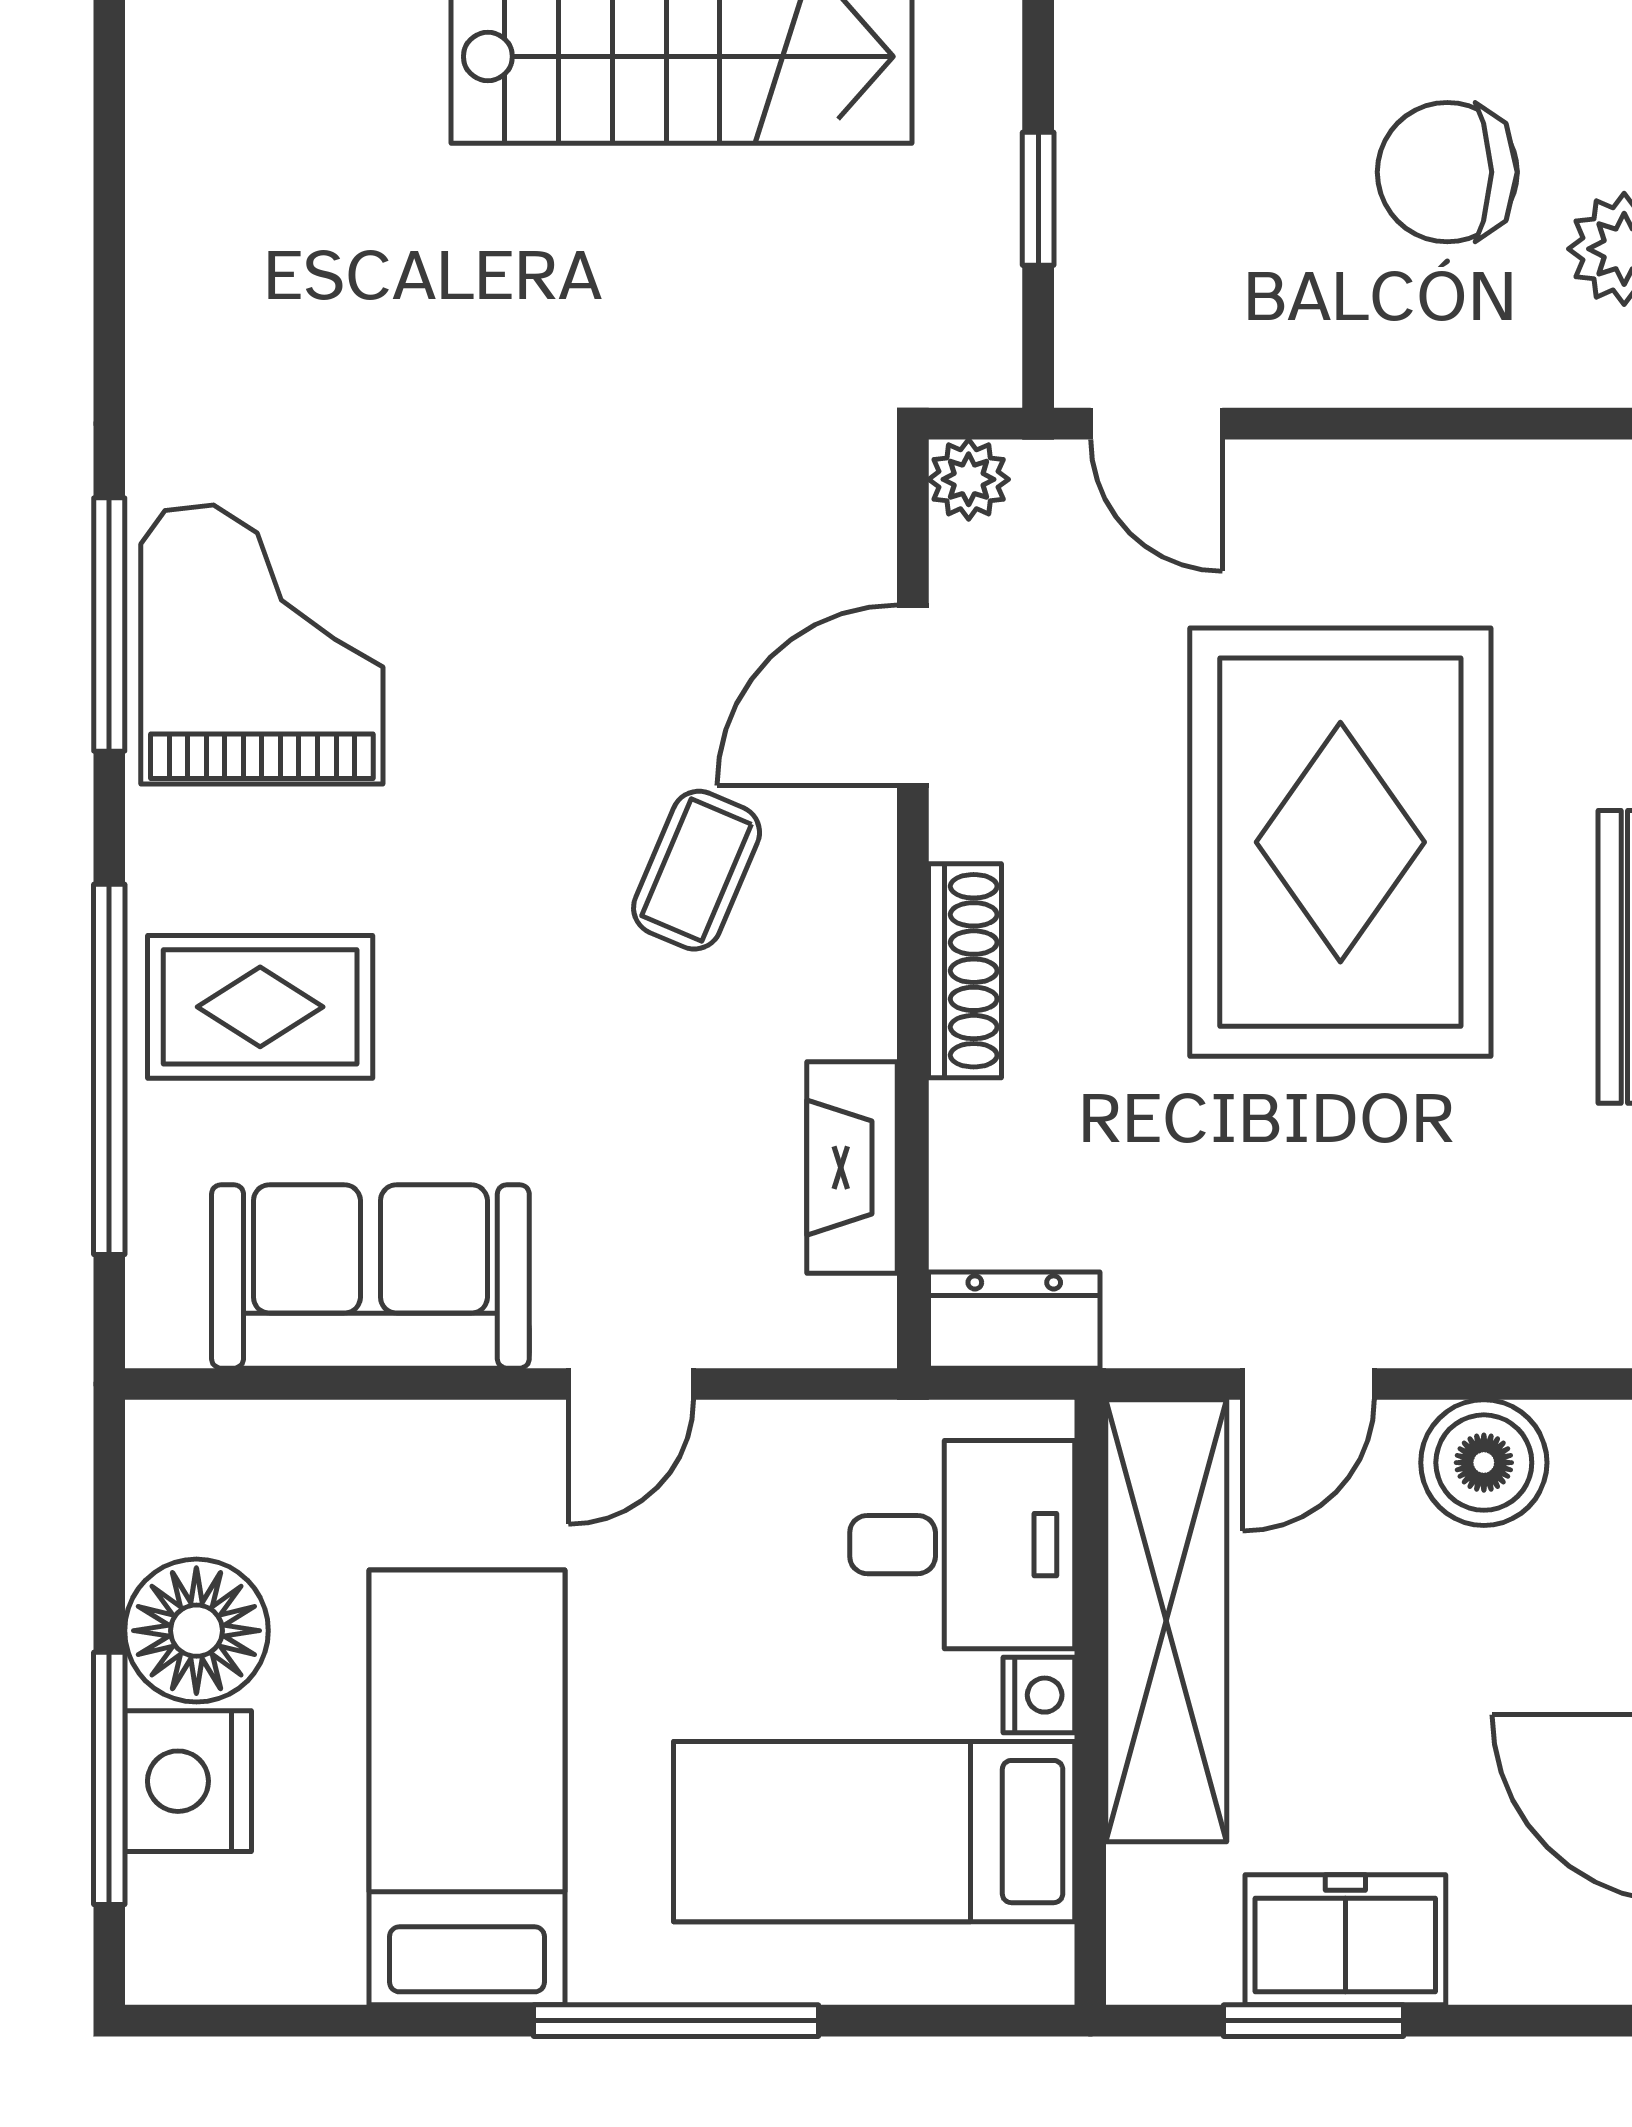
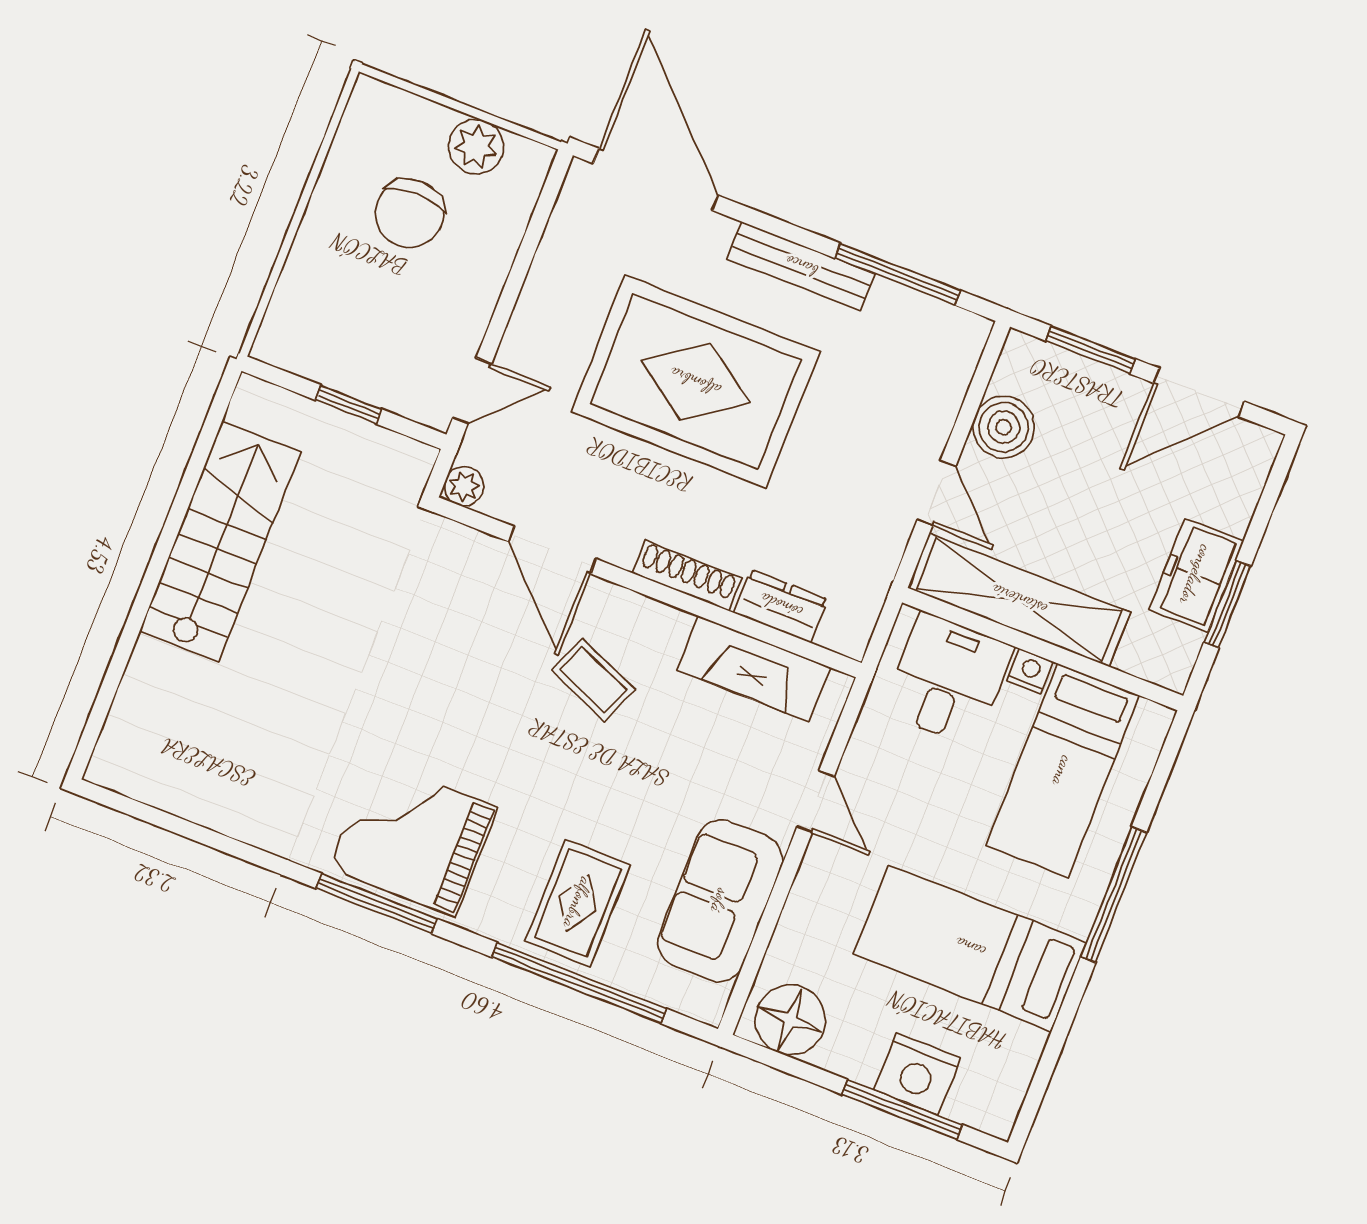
fireplace: (852, 1168) -> (754, 669), width x1.37, depth x1.32
dresser: (1014, 1320) -> (781, 606), moved, turned 90
floor lamp: (196, 1631) -> (790, 1020), moved

